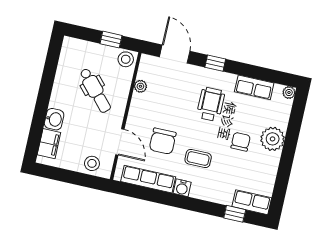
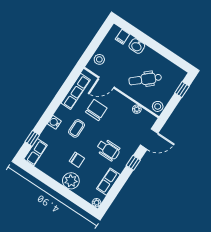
window: (111, 40) -> (182, 90), moved
chair: (163, 141) -> (96, 110), turned 90
filing cabinet: (49, 144) -> (122, 37), width x0.50
water cooler: (182, 188) -> (54, 122), moved

